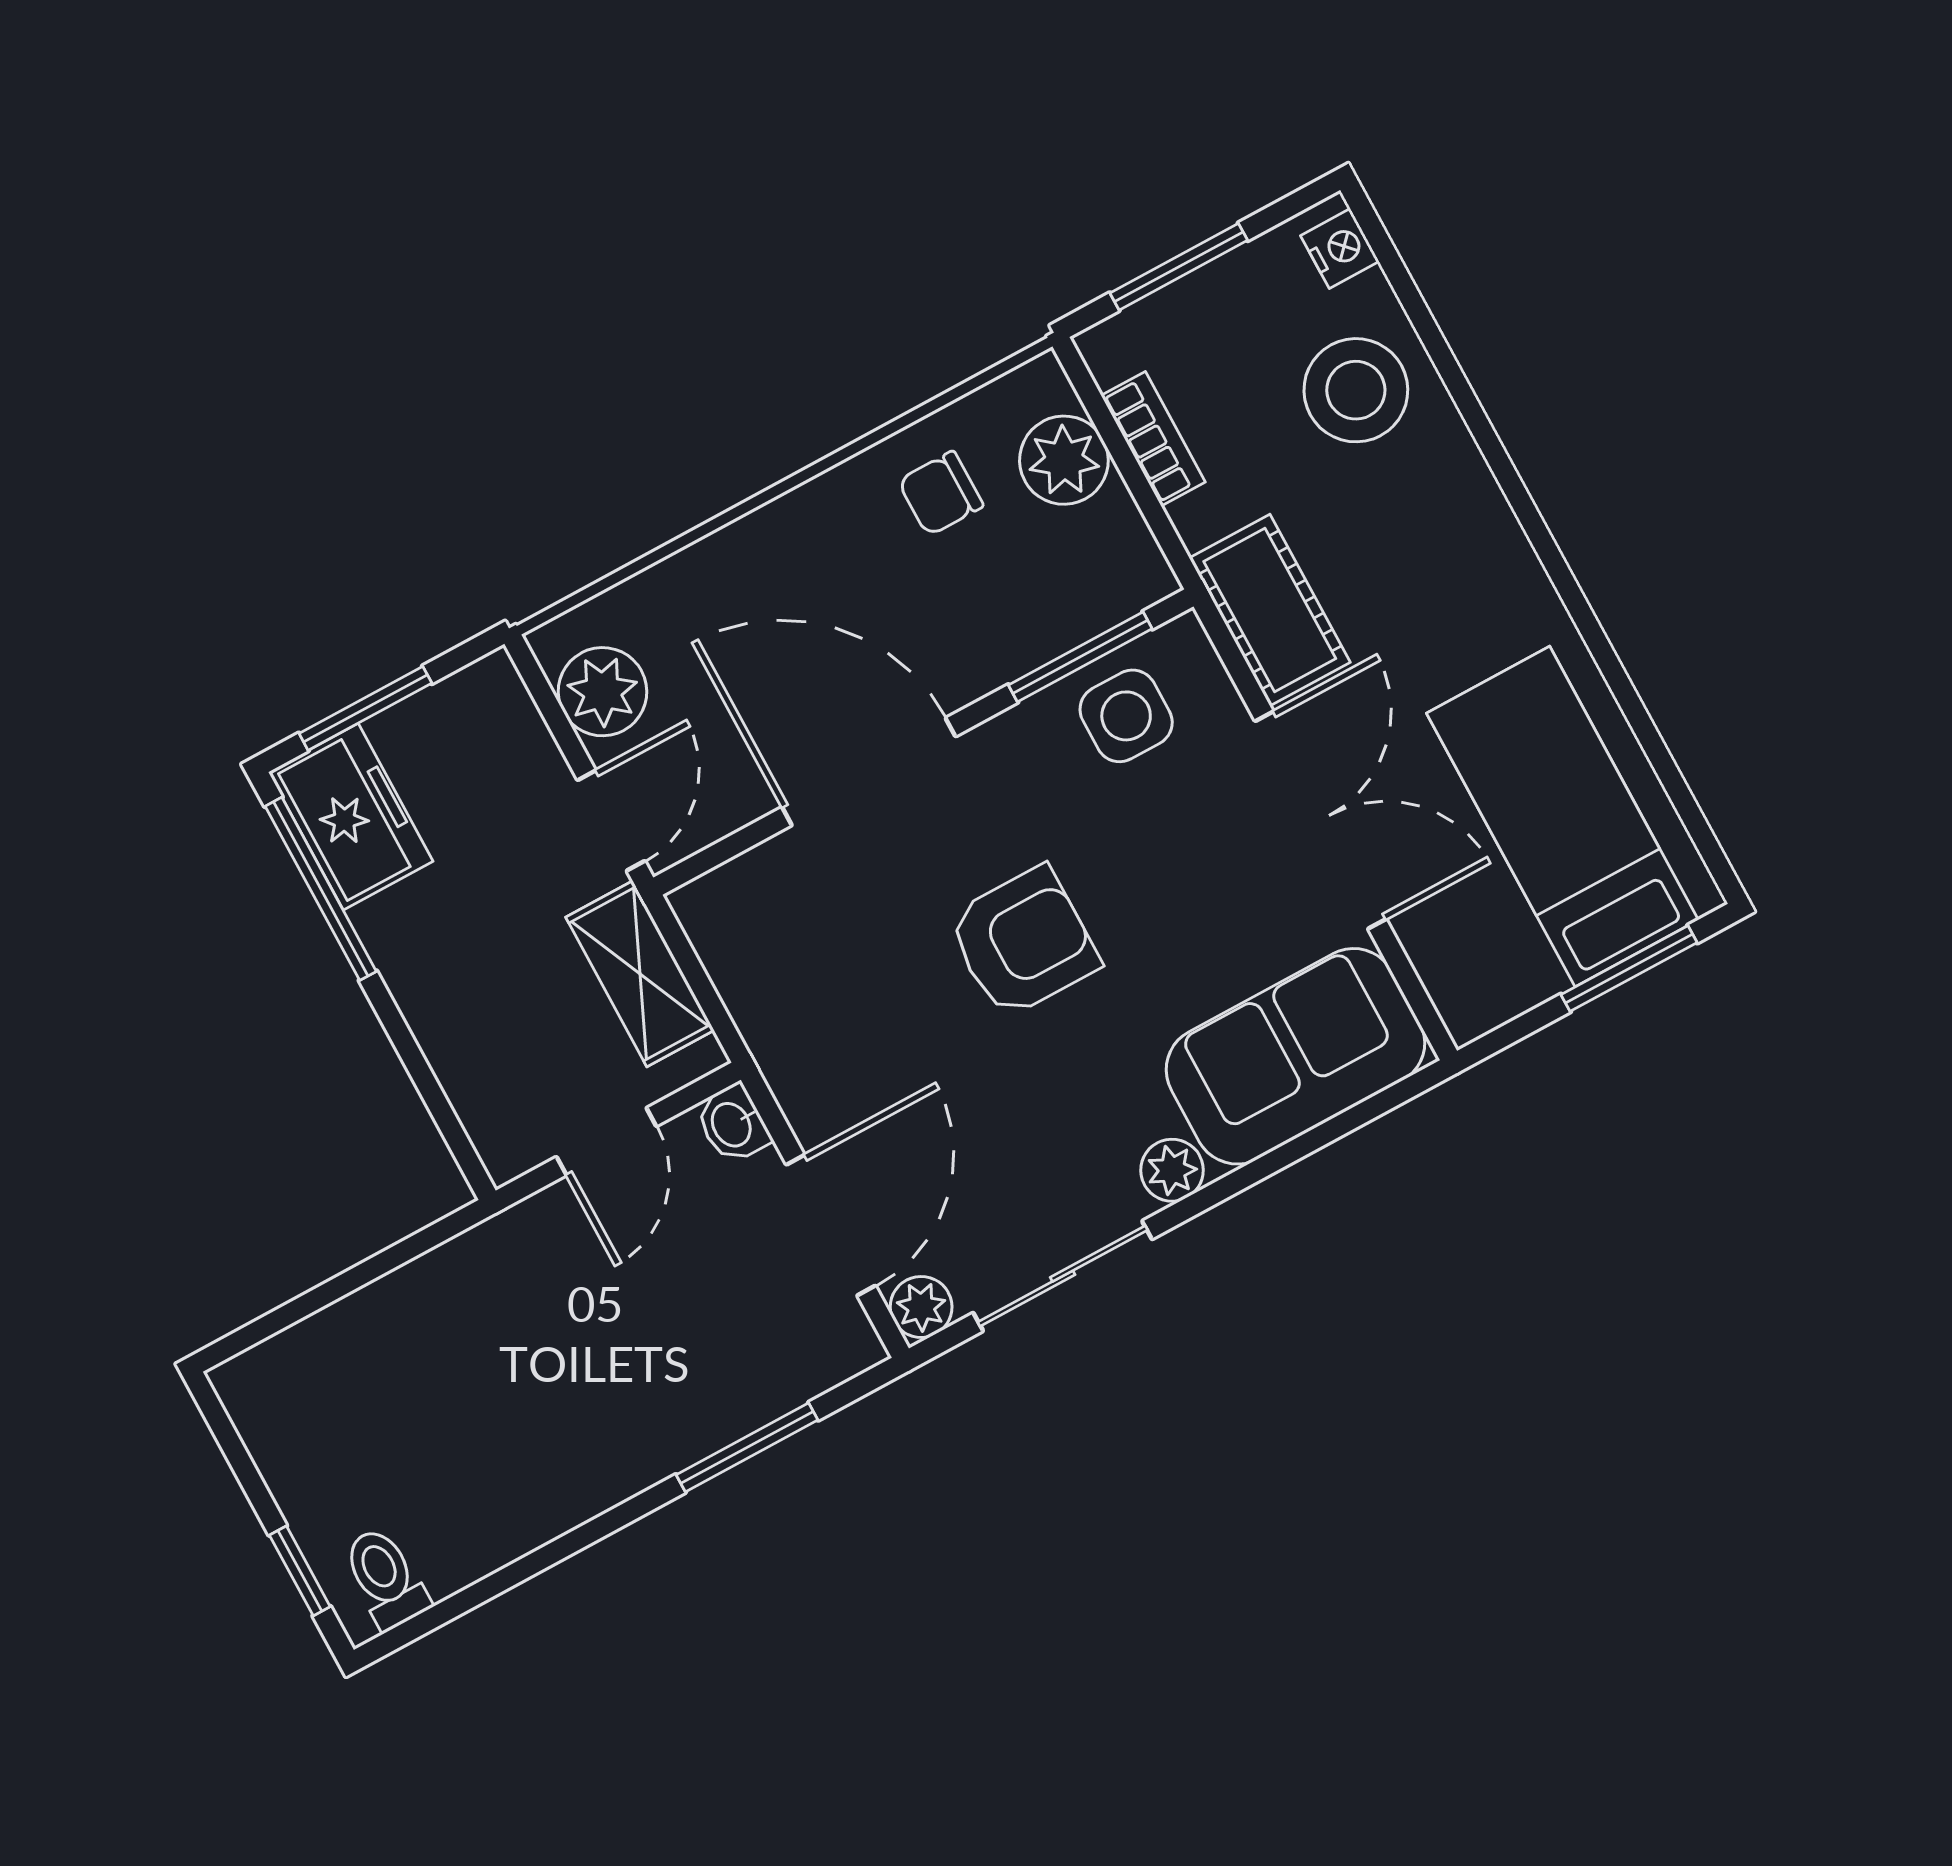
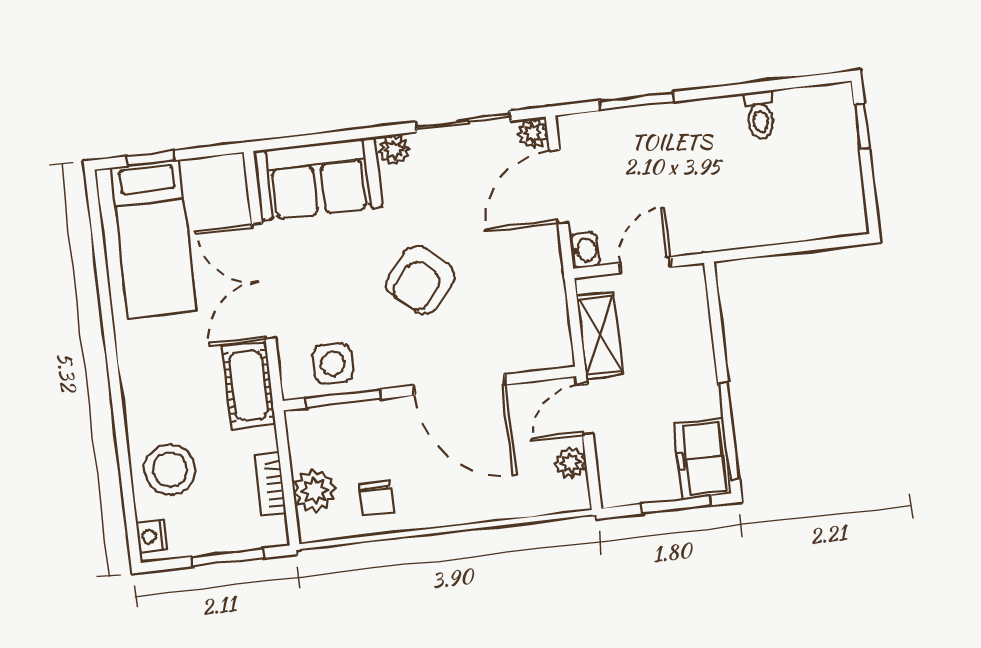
chair: (941, 493) -> (377, 498), turned 90
plant: (603, 692) -> (571, 463), width x0.73, depth x0.73
armchair: (1023, 942) -> (420, 280), turned -50
window: (1629, 969) -> (151, 158), width x0.67
toilet: (385, 1578) -> (760, 115), moved

